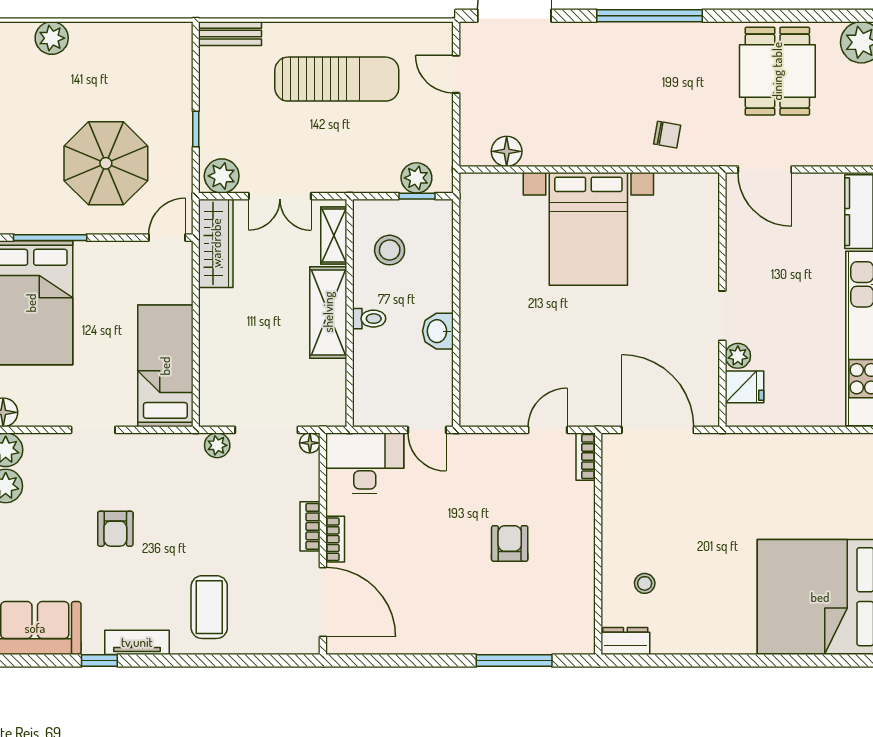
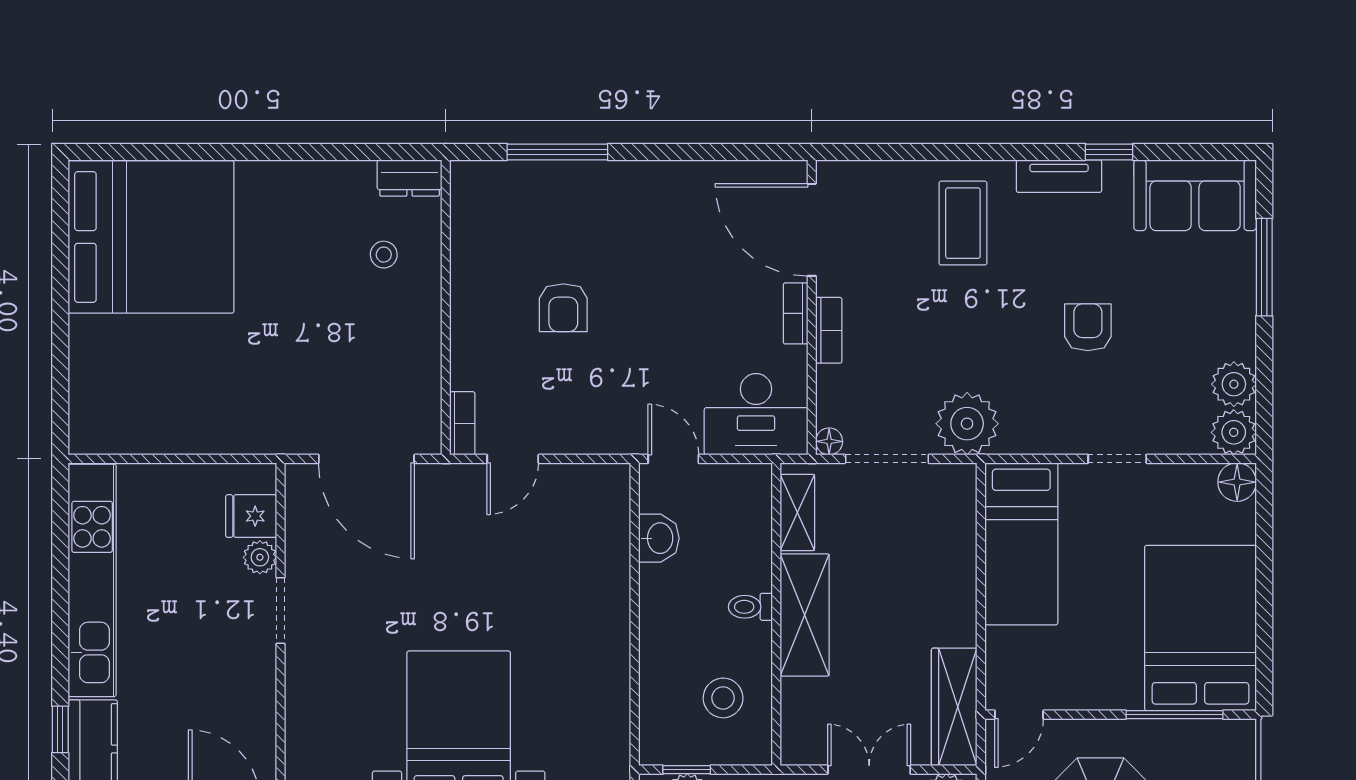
shelving: (334, 235) -> (797, 512), moved
washbasin: (438, 331) -> (659, 538), moved
plant: (217, 445) -> (967, 424), width x1.88, depth x1.88

